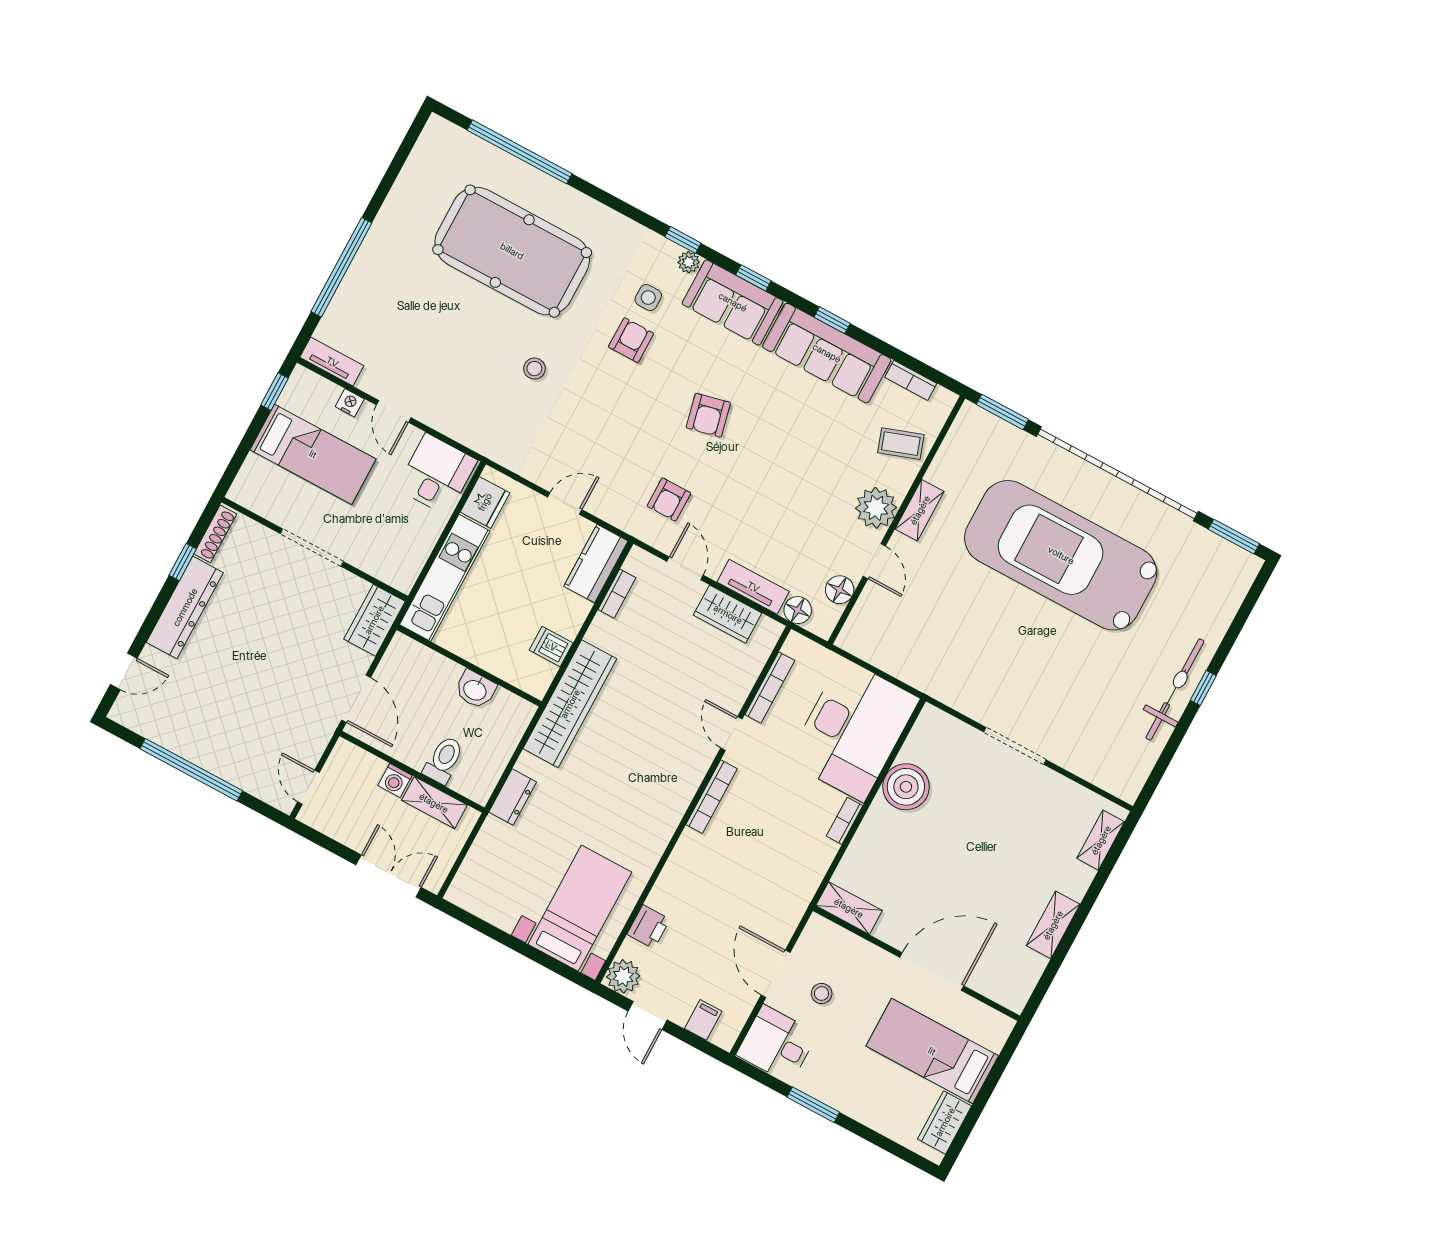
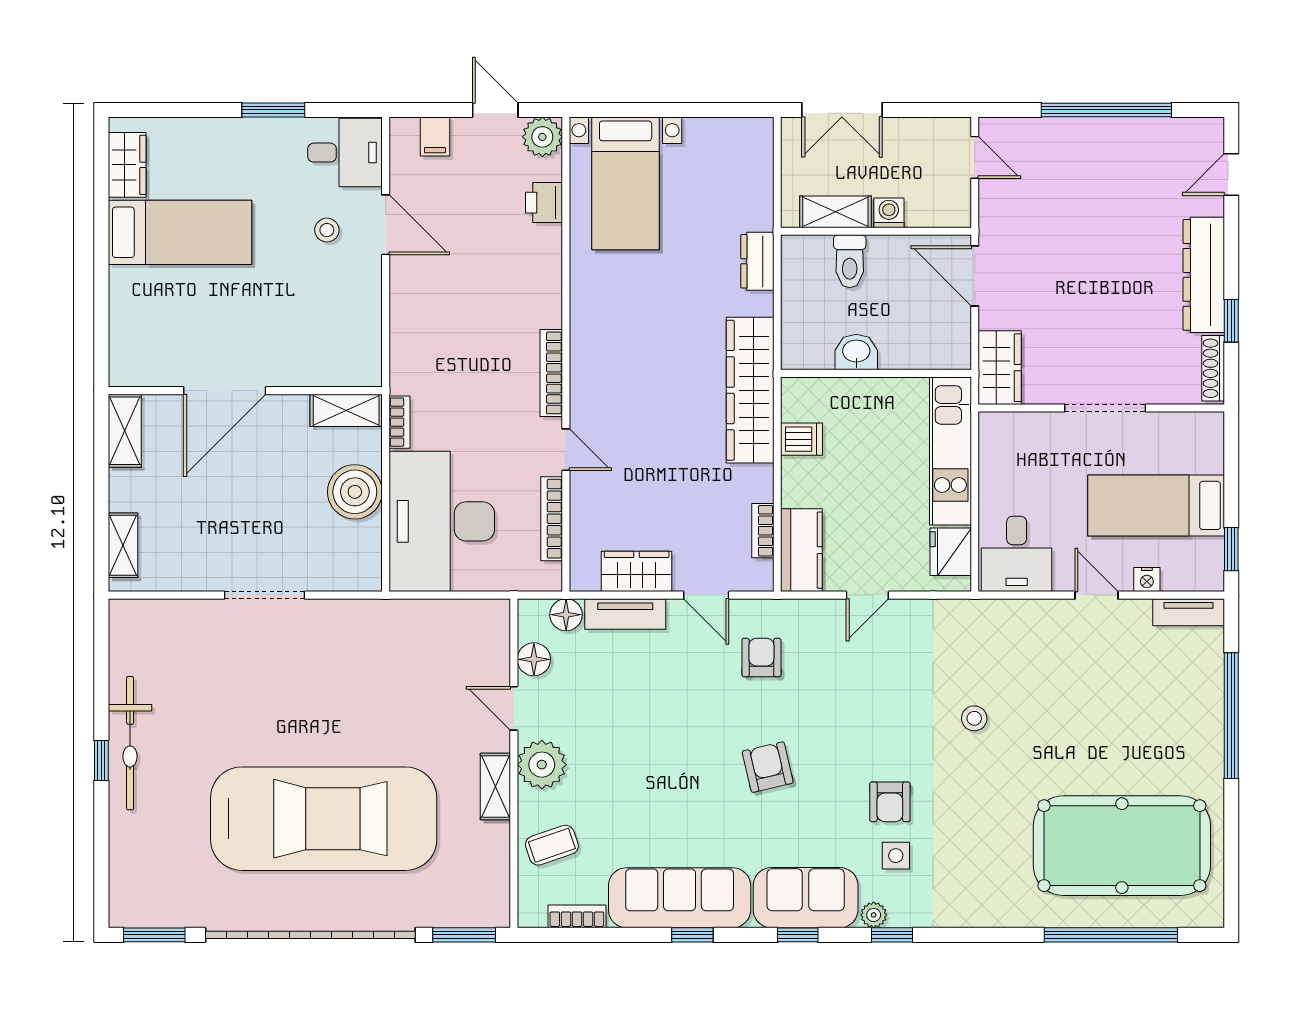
pool table: (512, 251) -> (1122, 846), moved
shelving: (849, 908) -> (346, 410), moved
wall: (916, 963) -> (245, 391), moved
door: (932, 972) -> (225, 391), moved

